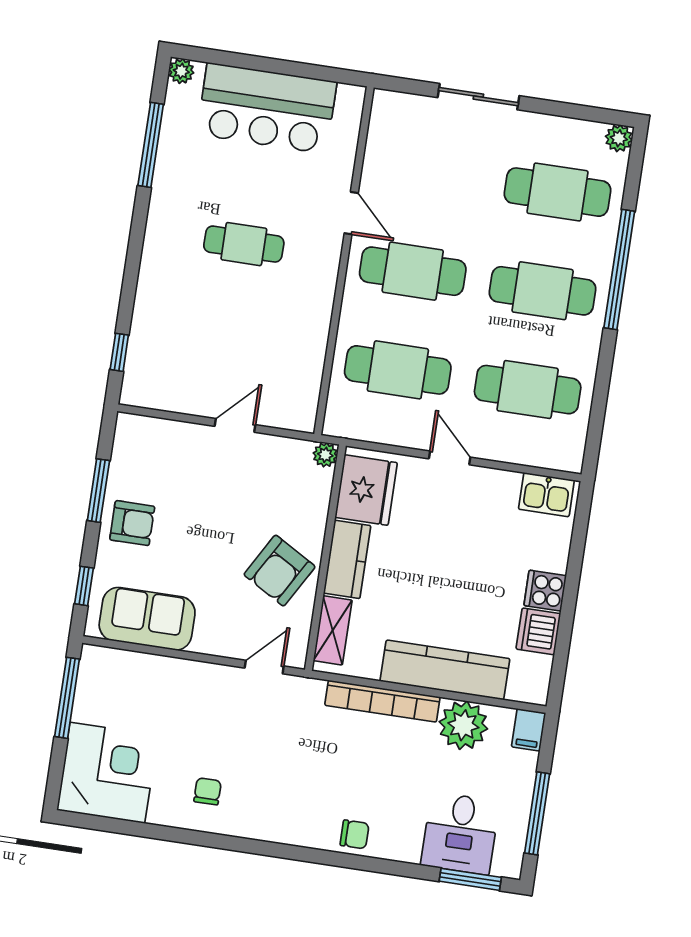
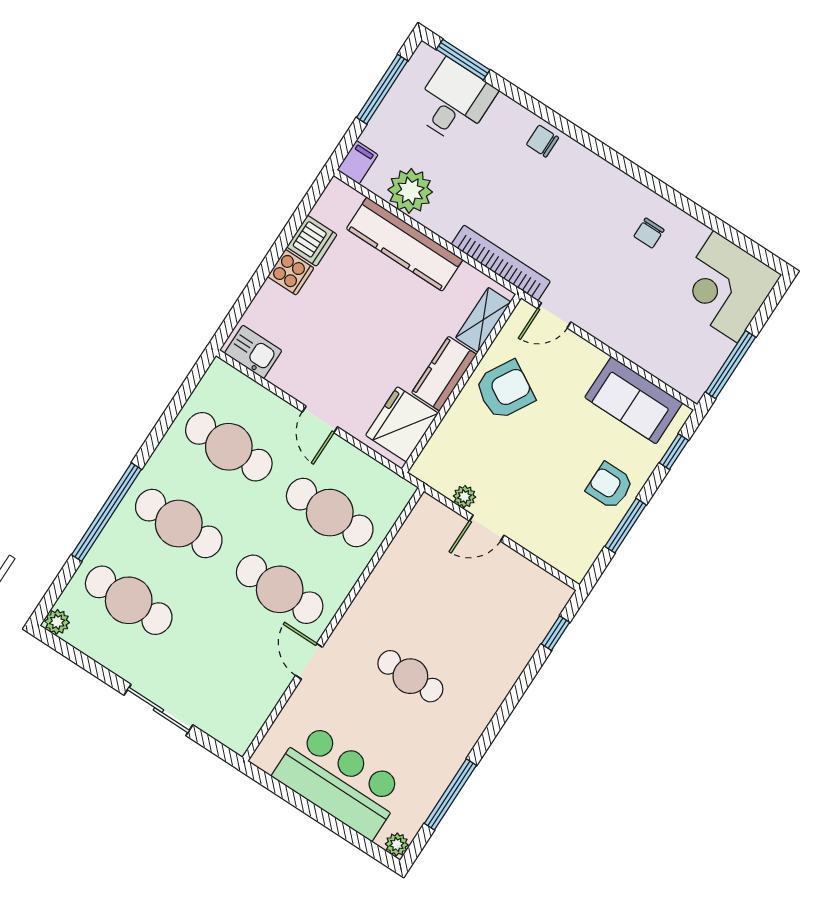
plant: (325, 455) -> (464, 497), moved
bookcase: (382, 701) -> (501, 263), moved

